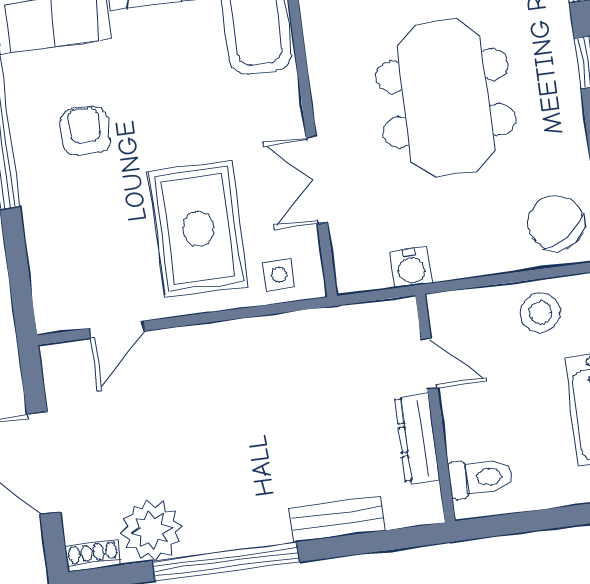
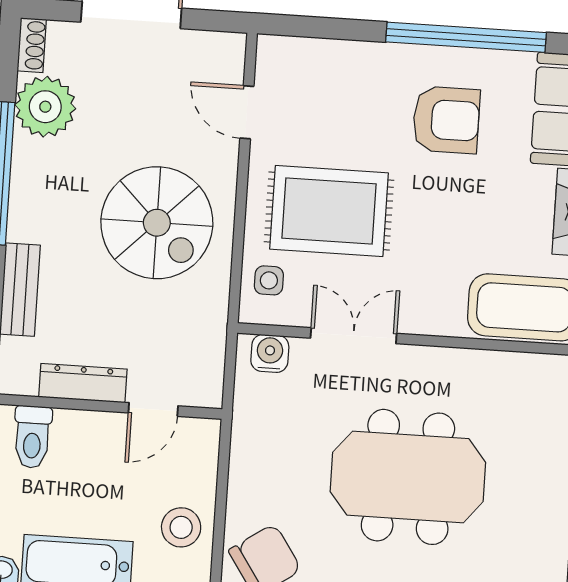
armchair: (85, 131) -> (446, 120), width x1.38, depth x1.38
water cooler: (411, 267) -> (270, 353), moved, turned 90
spiral stairs: (244, 397) -> (157, 223), added

